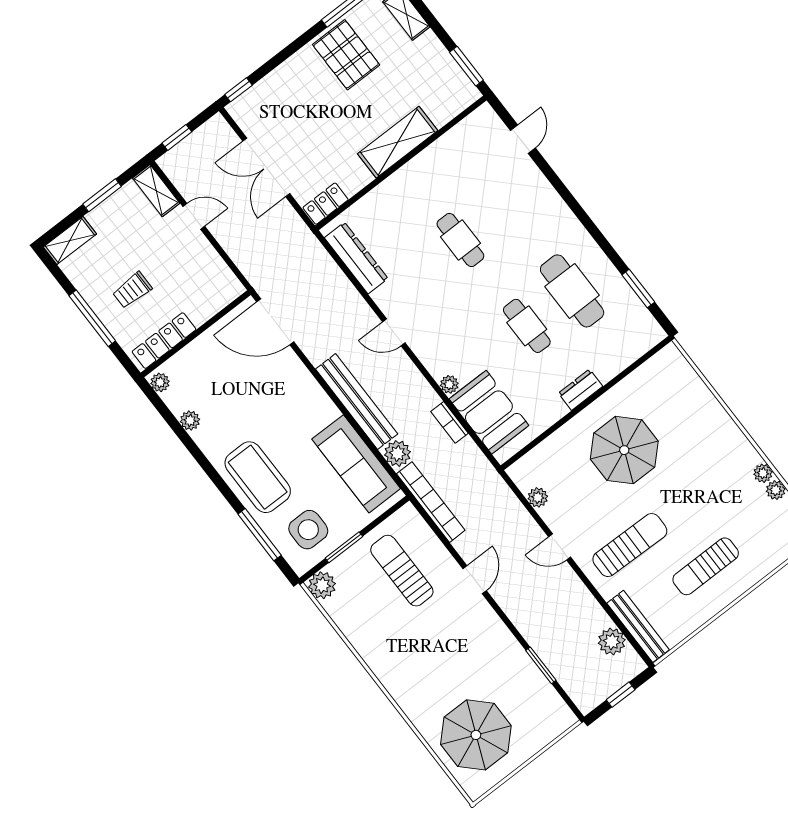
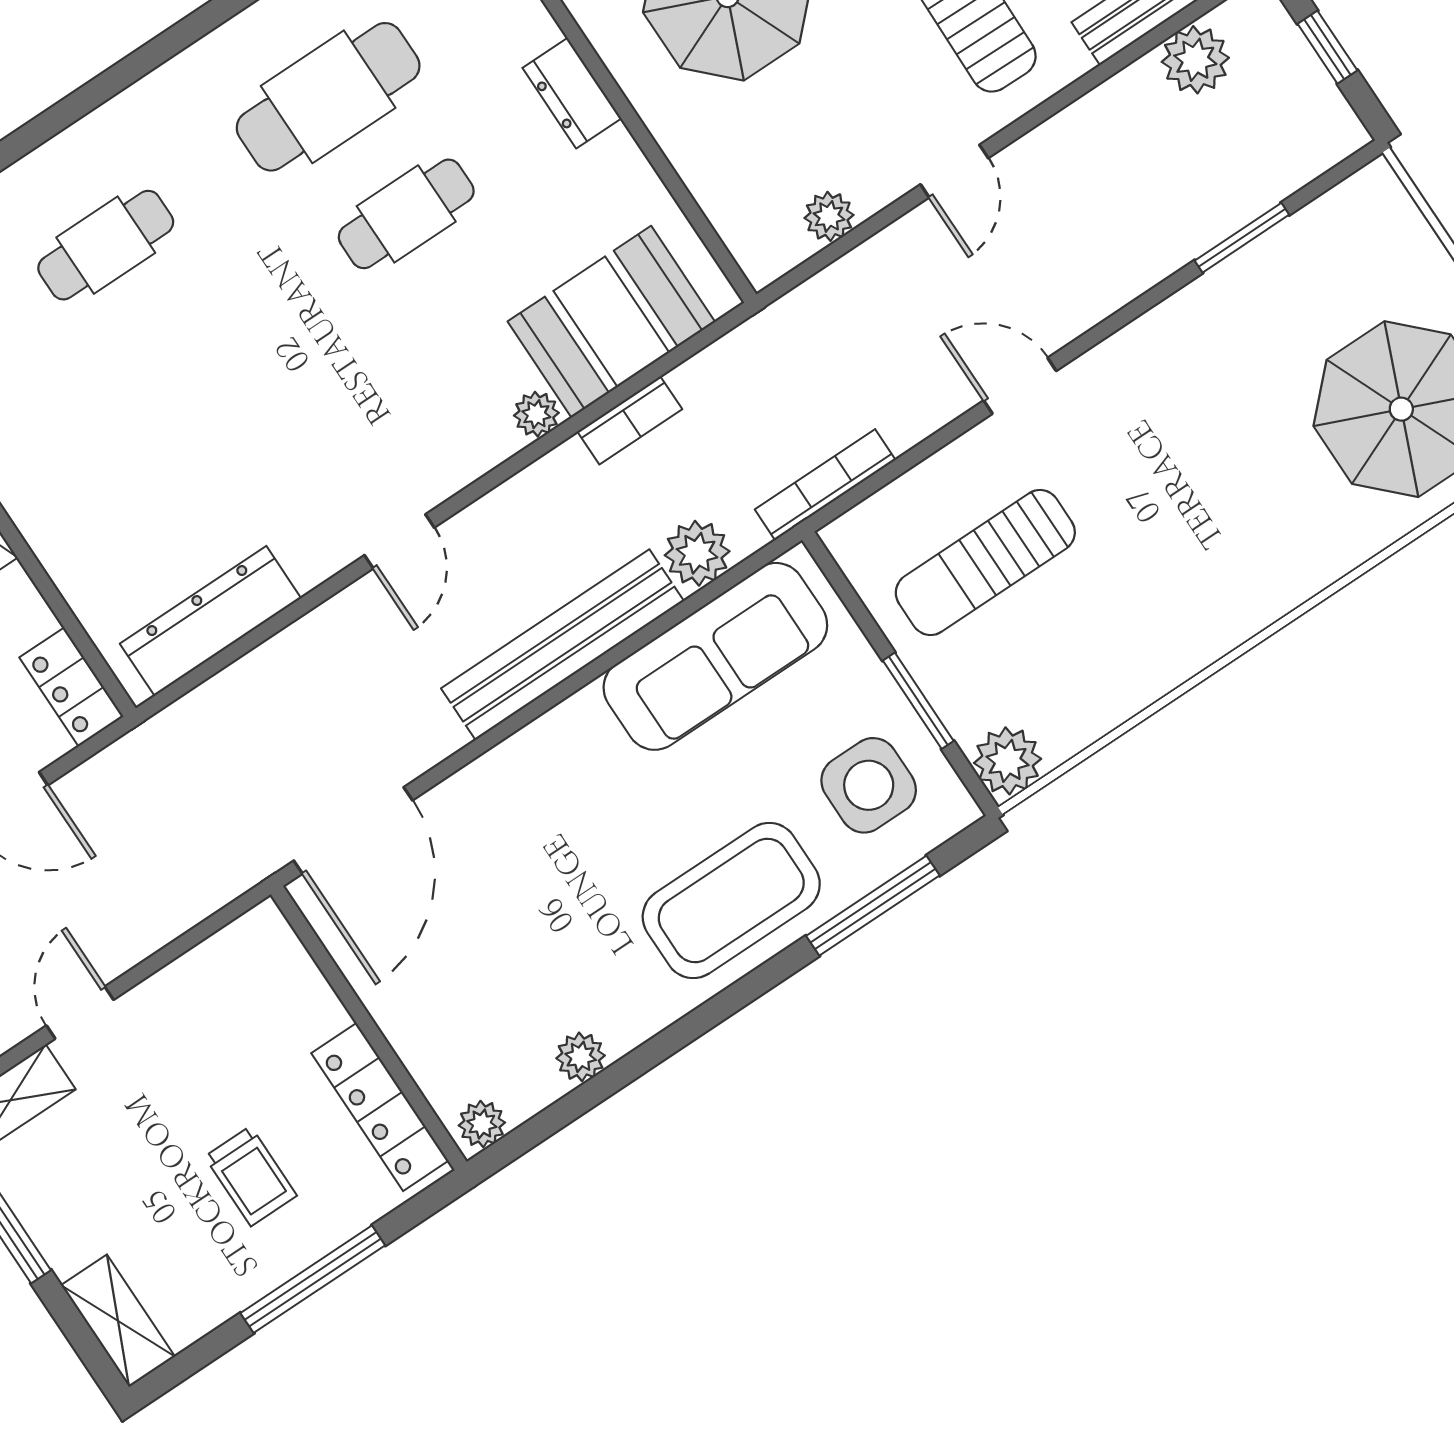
cafe table: (460, 240) -> (106, 245), moved
bookcase: (431, 502) -> (825, 485), width x0.68, depth x0.76

